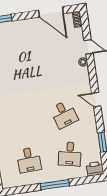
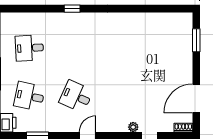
desk: (64, 114) -> (76, 96), turned 42

